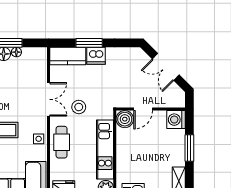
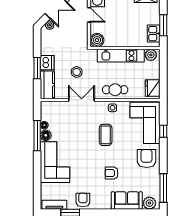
plant: (144, 59) -> (50, 25), added
stool: (79, 107) -> (77, 72), moved
door: (143, 109) -> (89, 15), moved

